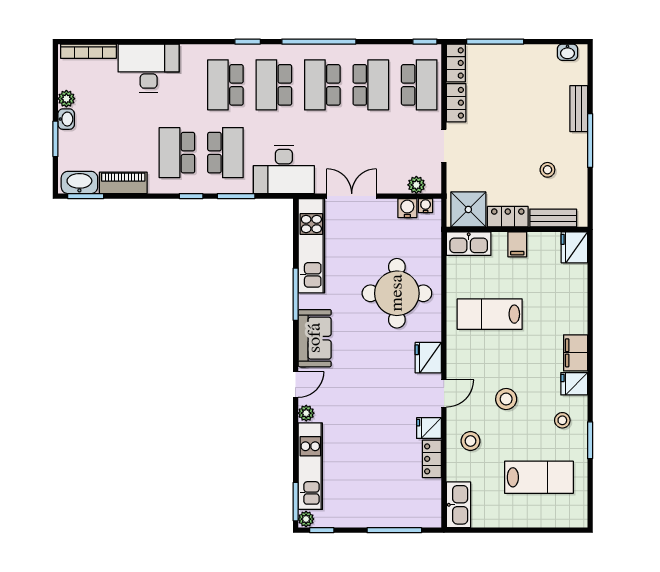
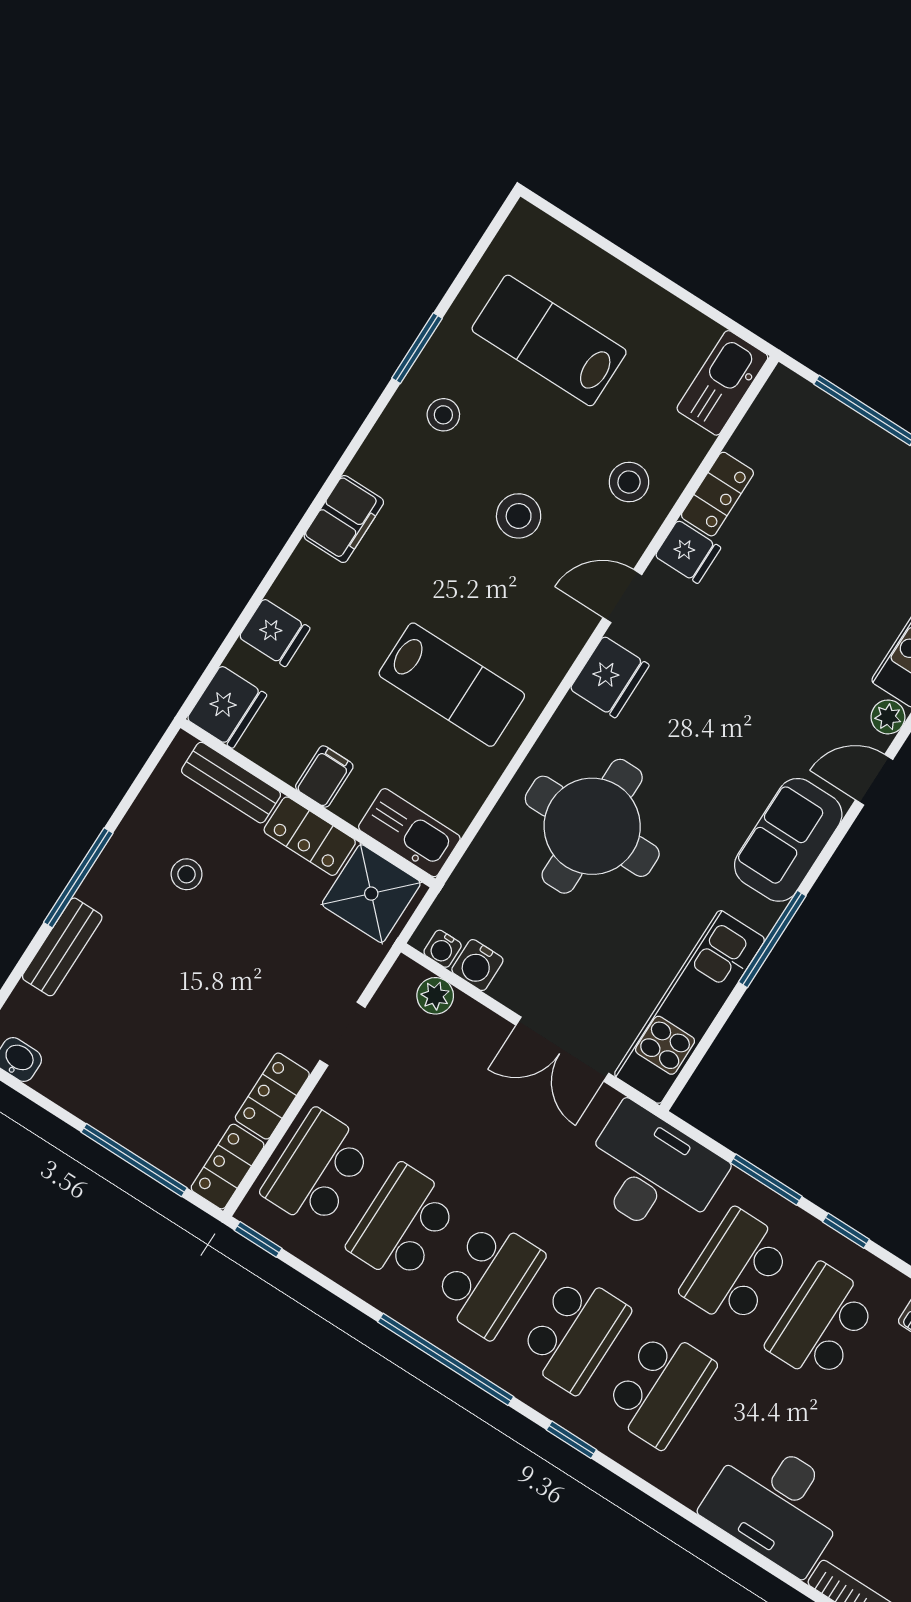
school desk: (177, 153) -> (822, 1323), turned 180
fridge: (574, 384) -> (275, 633), moved

